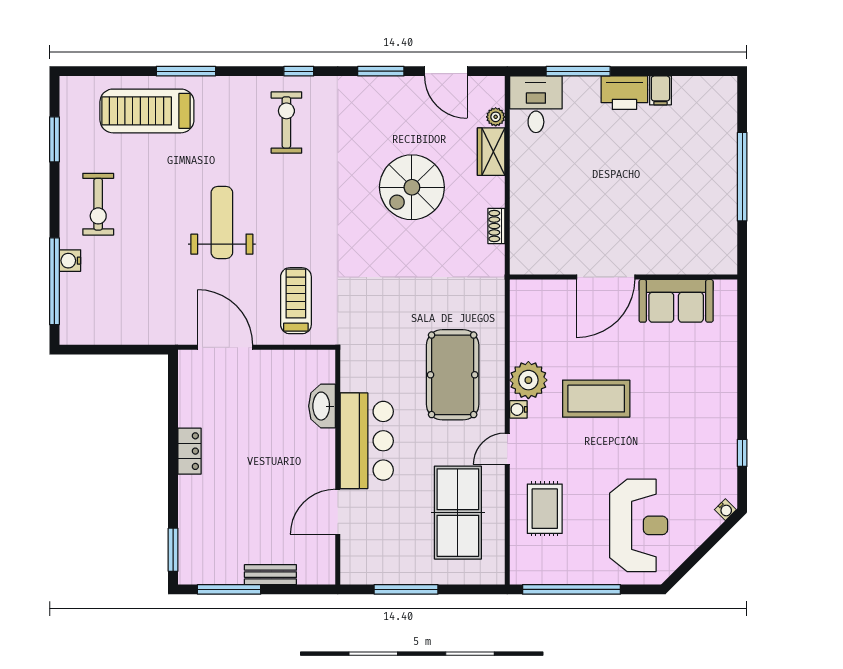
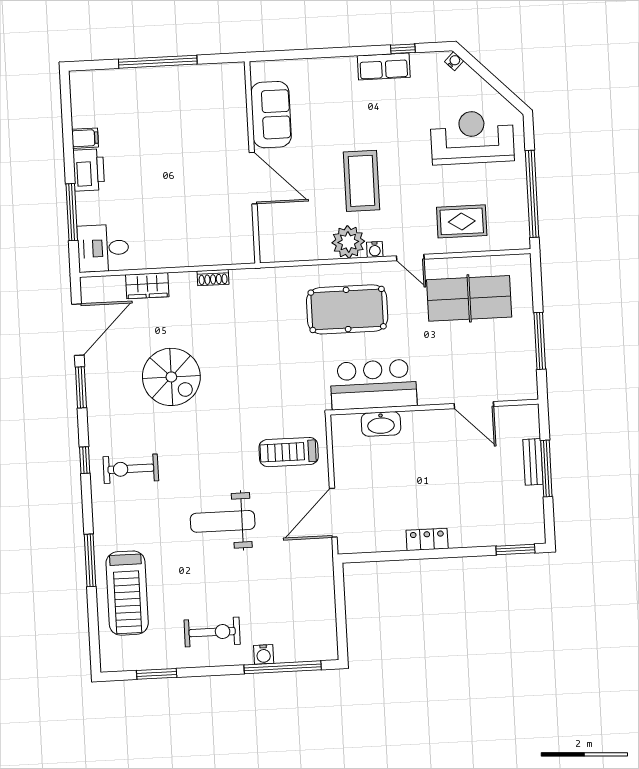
door: (446, 71) -> (78, 330), width x1.36
plant: (496, 117) -> (116, 283), removed
spiral stairs: (412, 187) -> (171, 377), moved
row of seats: (723, 430) -> (384, 66), added
bar counter: (367, 441) -> (373, 385), moved
window: (229, 589) -> (546, 468), moved

